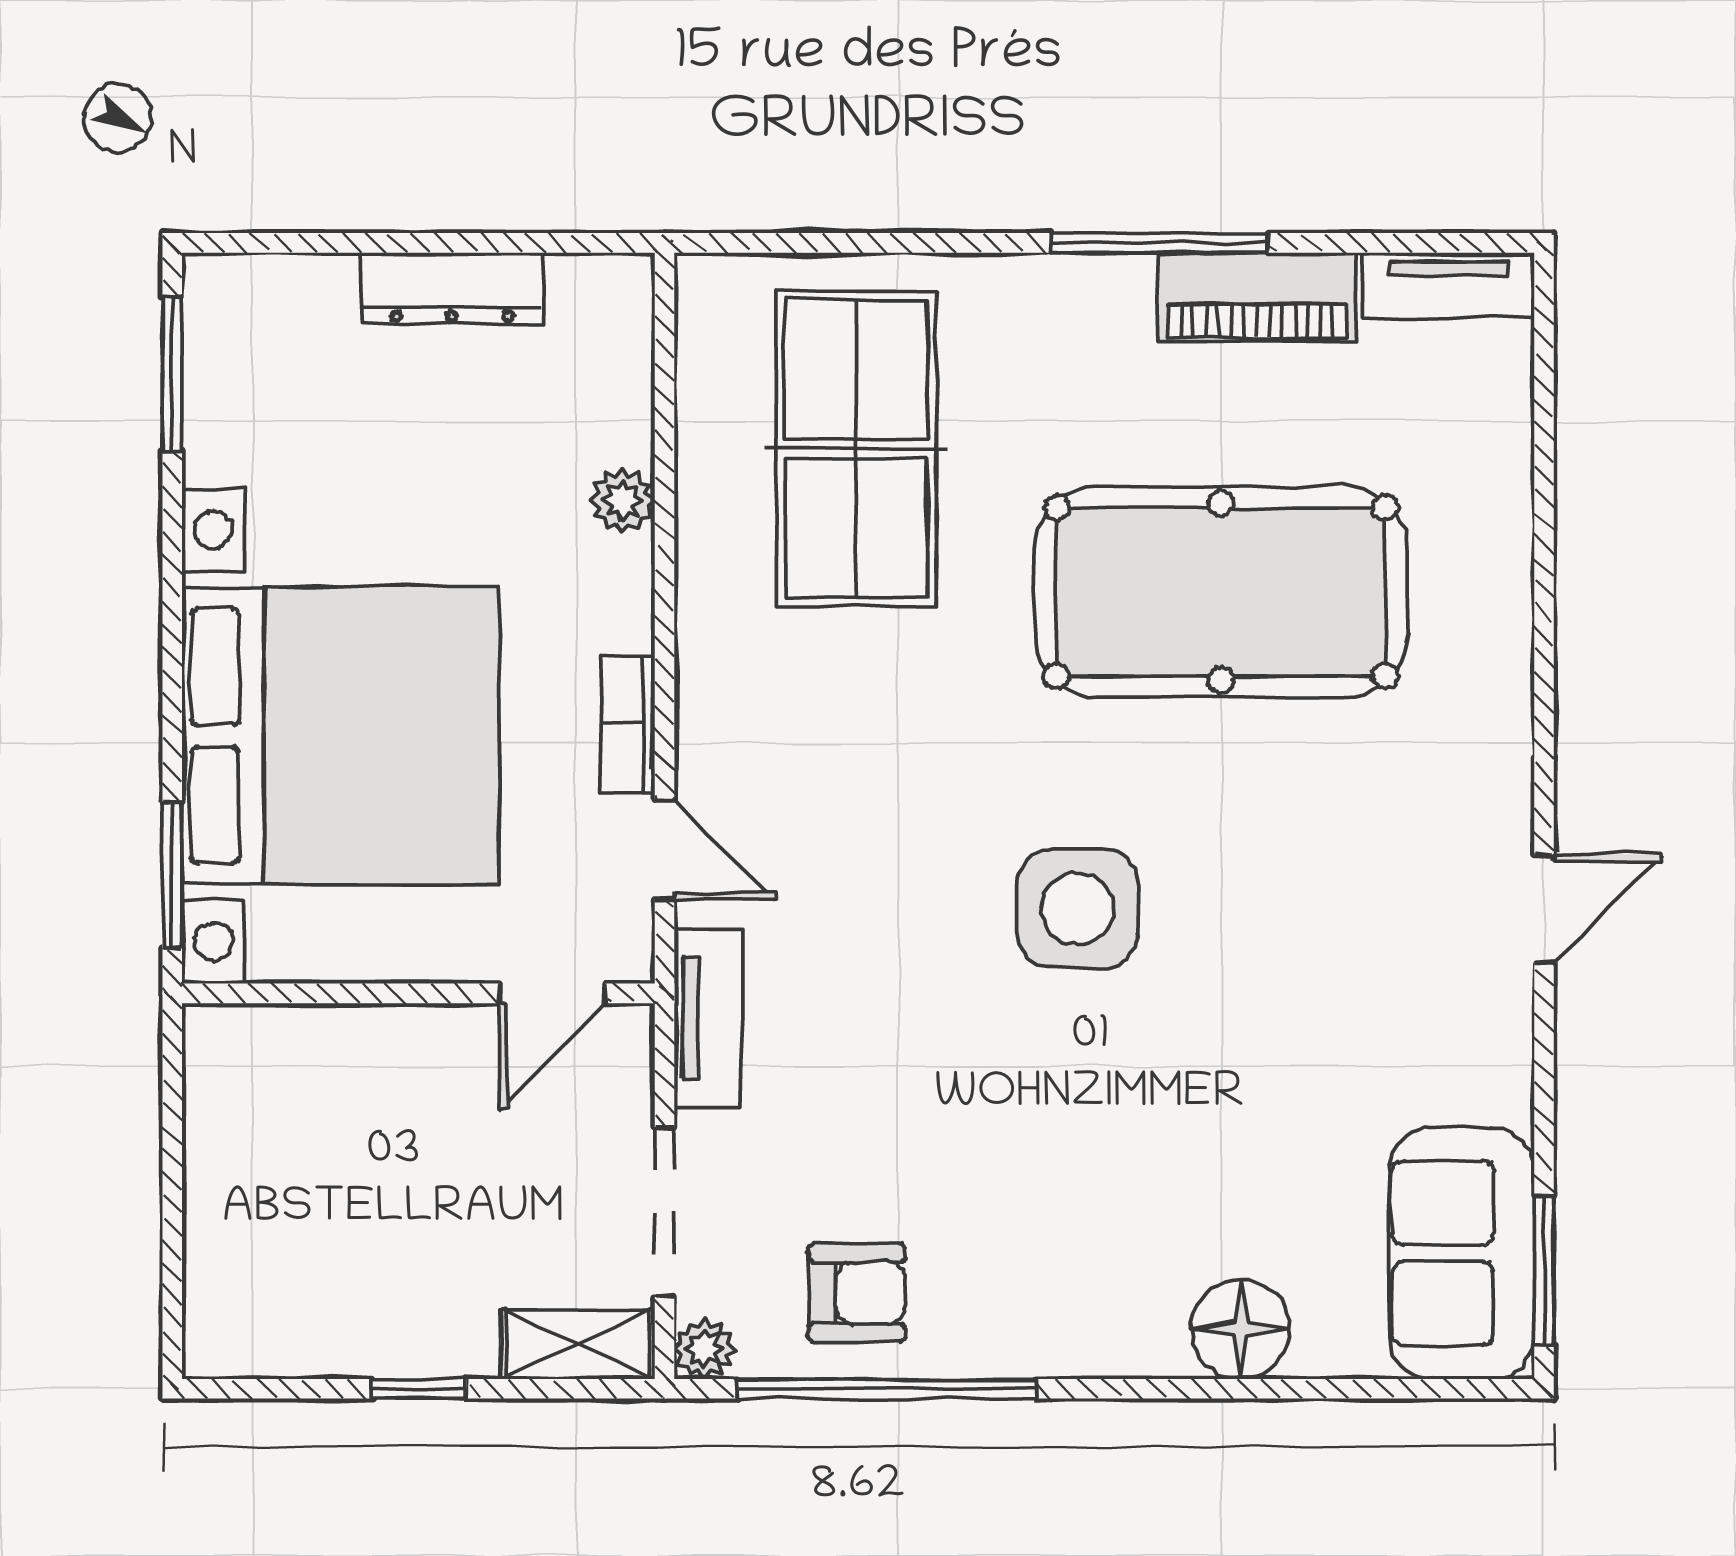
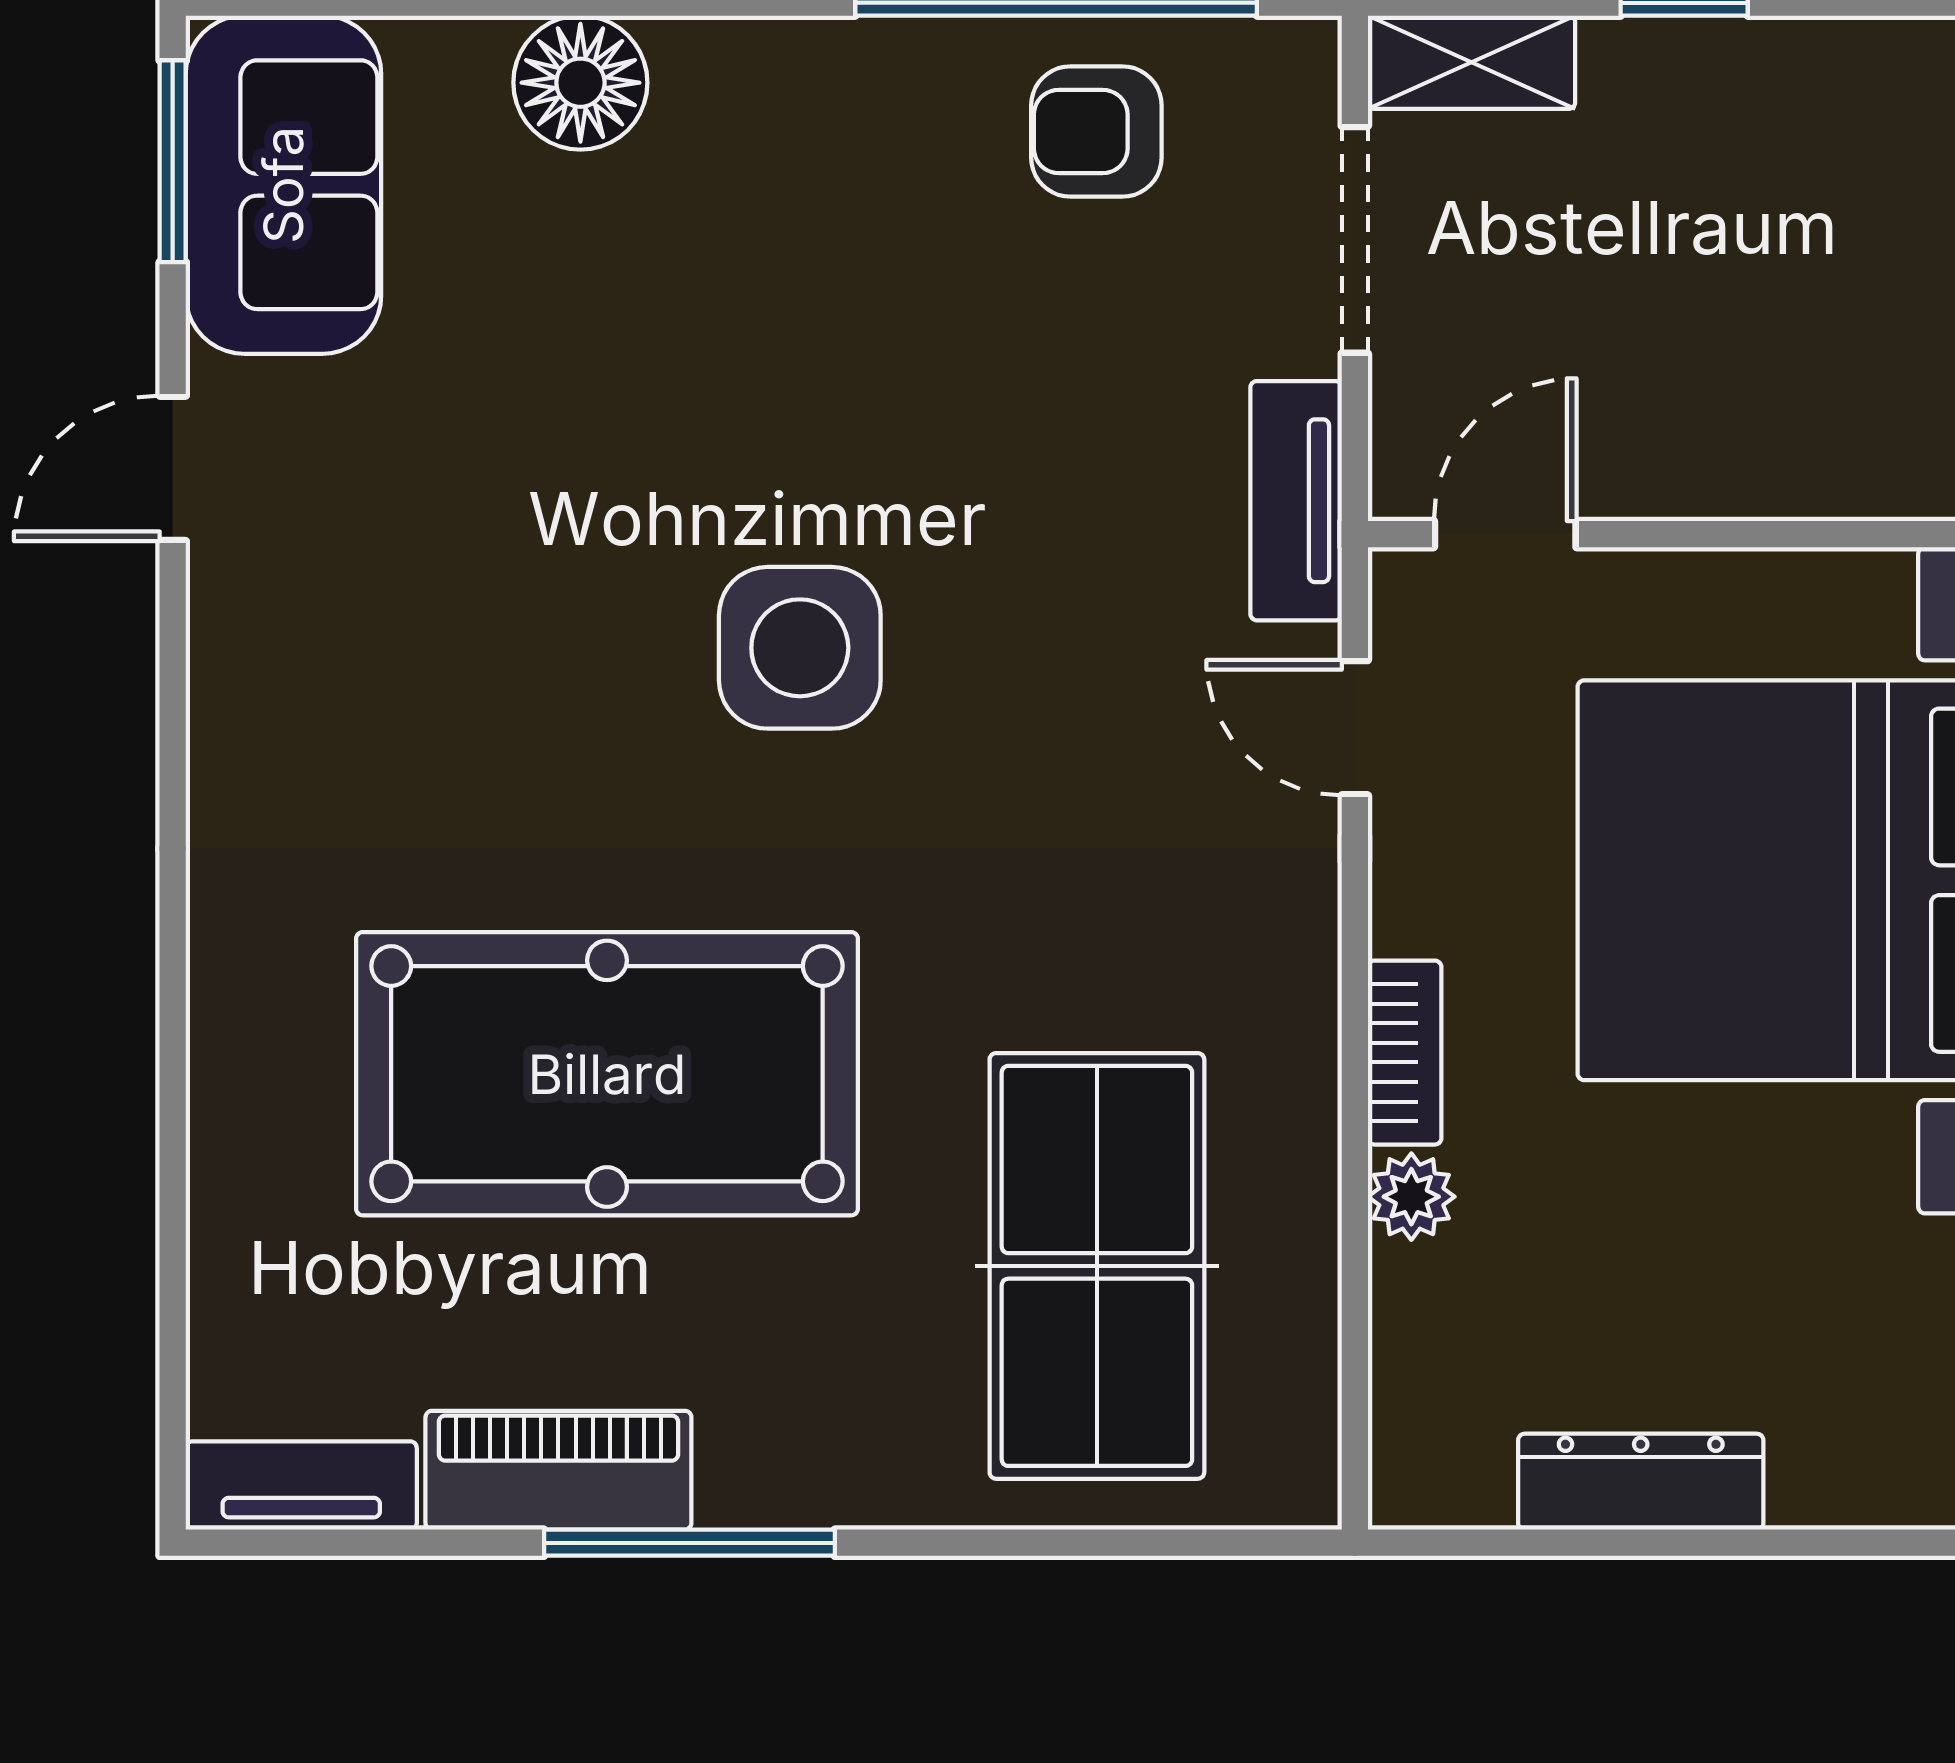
bookcase: (627, 724) -> (1405, 1053), moved
door: (1544, 909) -> (173, 468), moved
plant: (704, 1349) -> (1301, 56), removed

